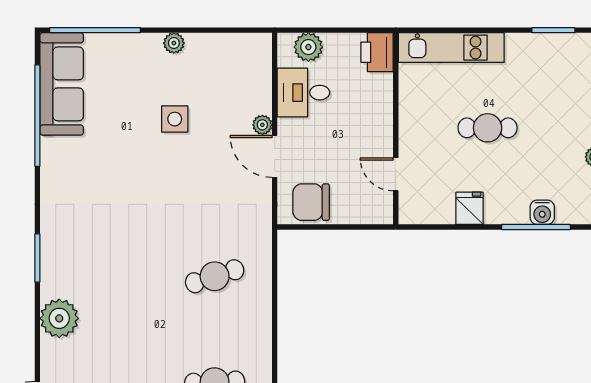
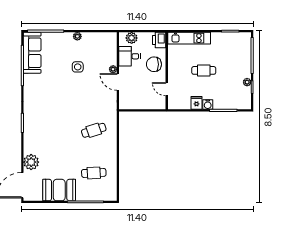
chair: (311, 202) -> (154, 64), moved
water cooler: (542, 212) -> (208, 104), moved
plant: (59, 318) -> (31, 162), moved

